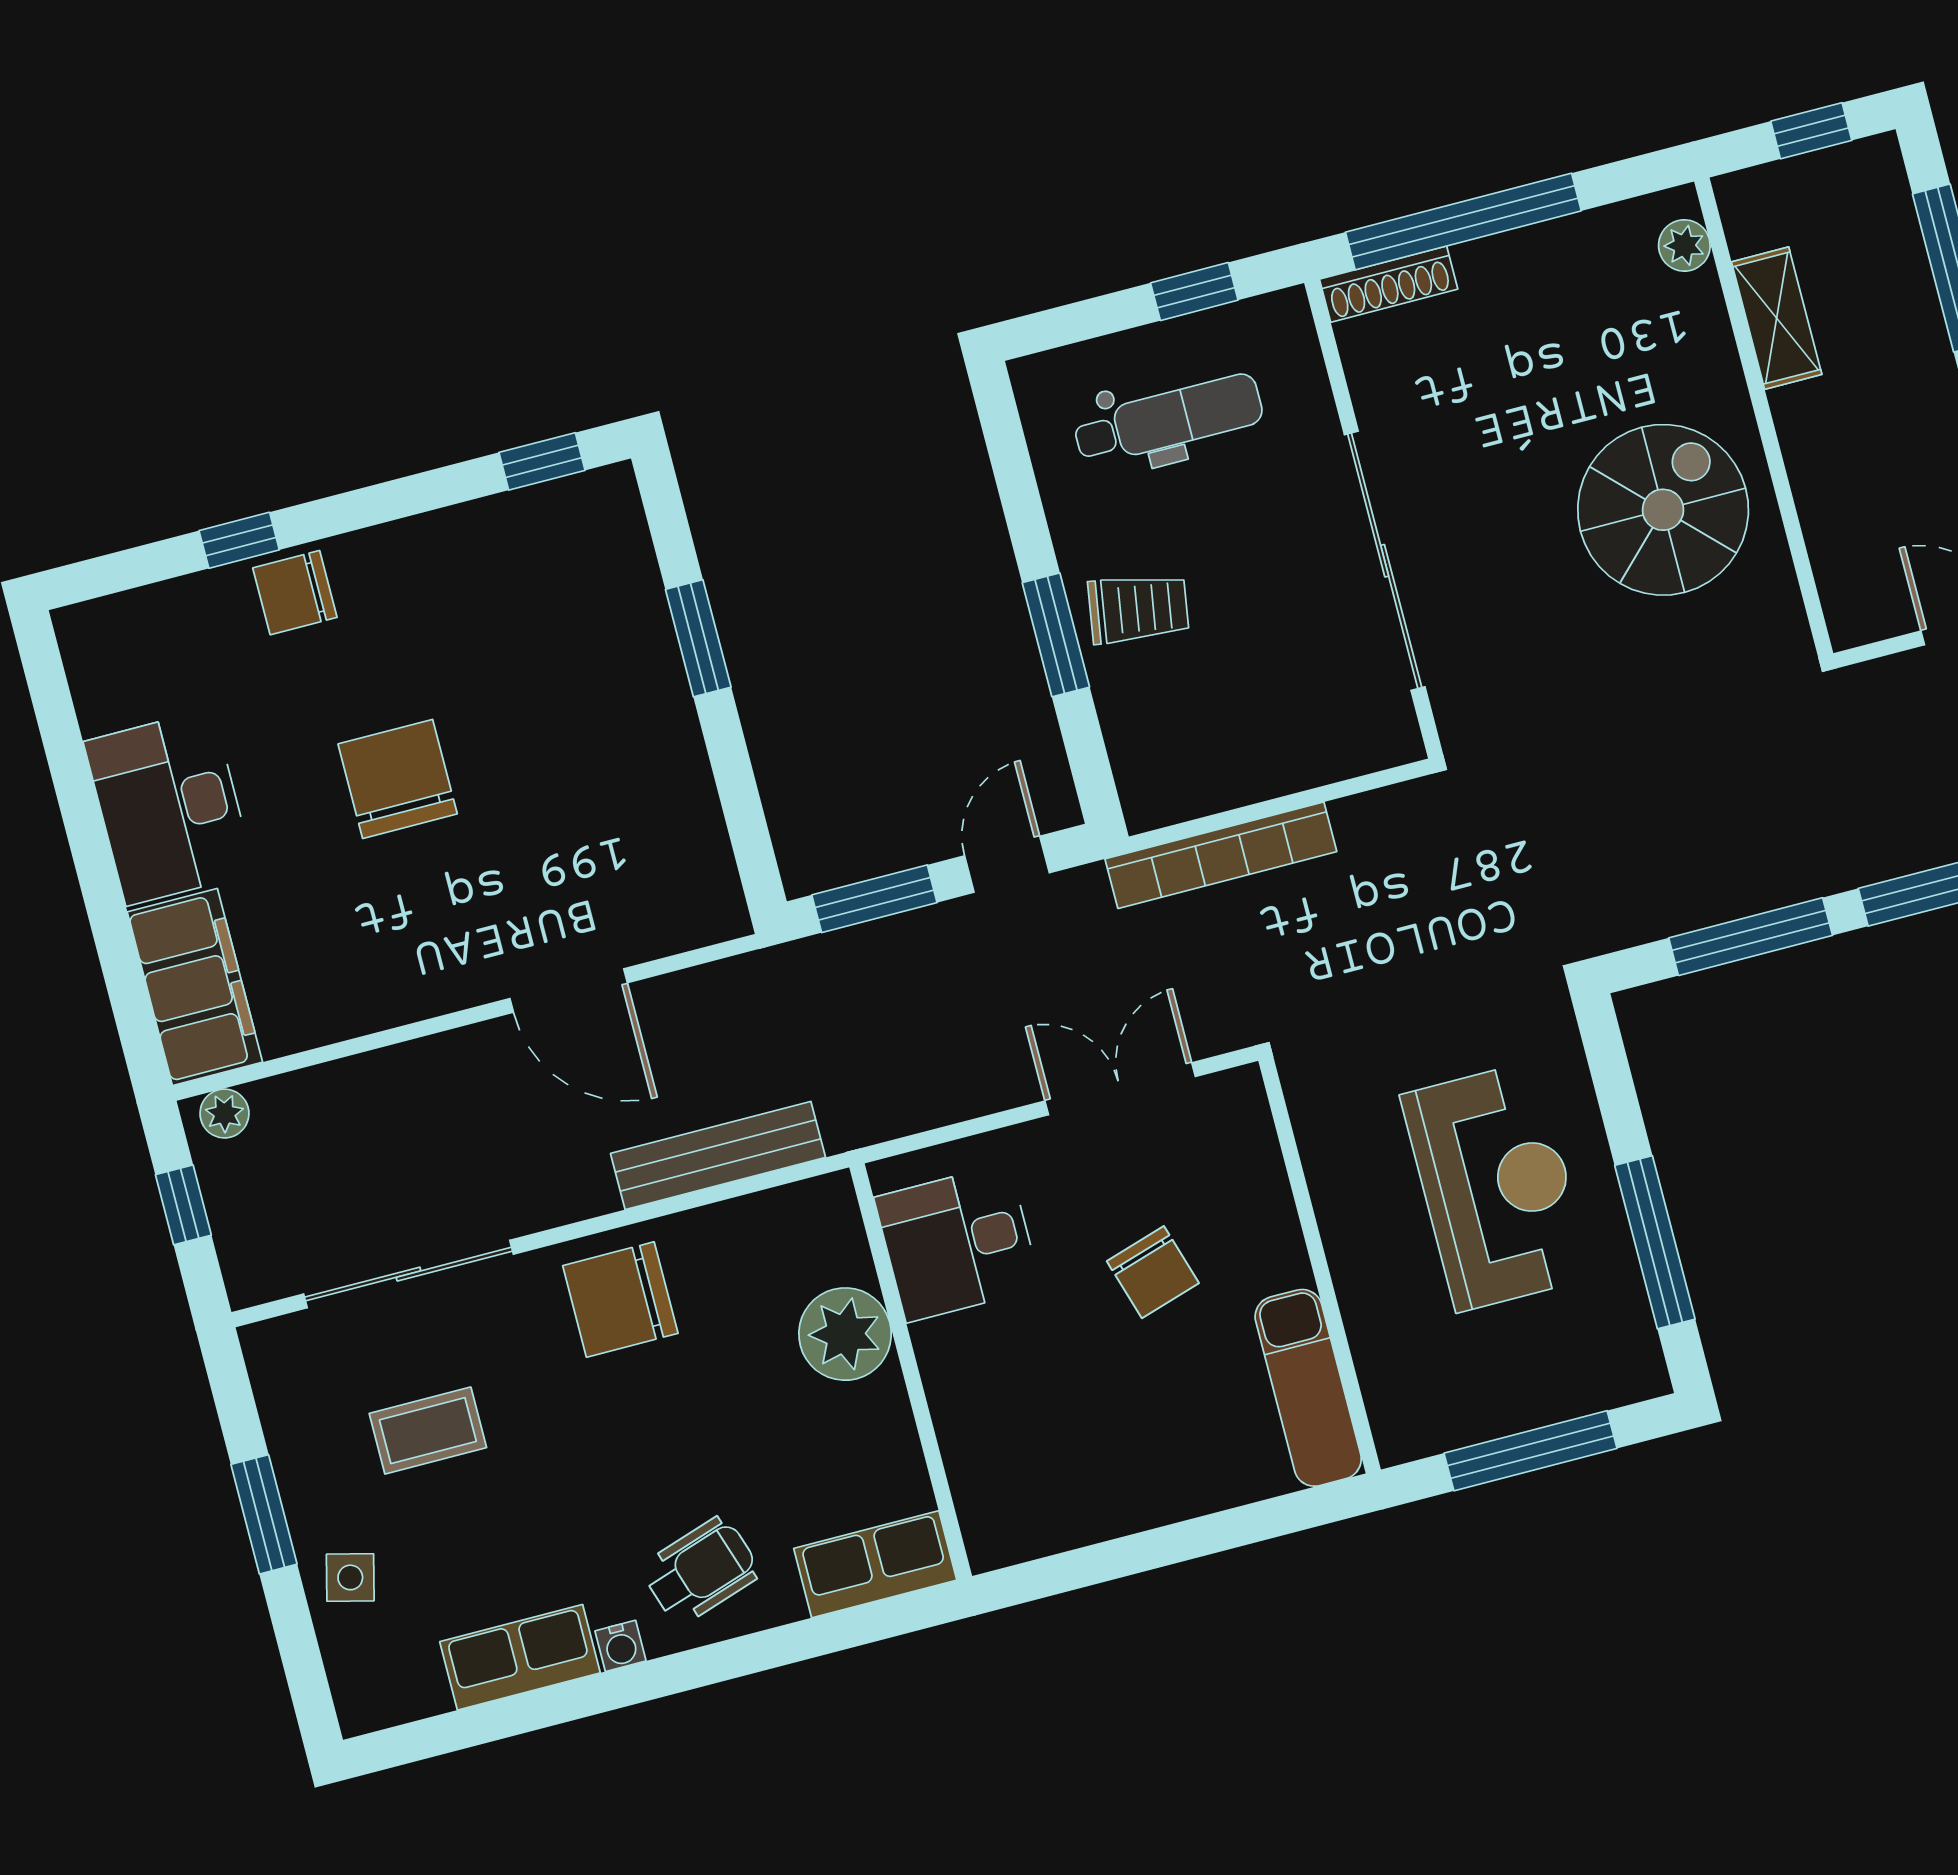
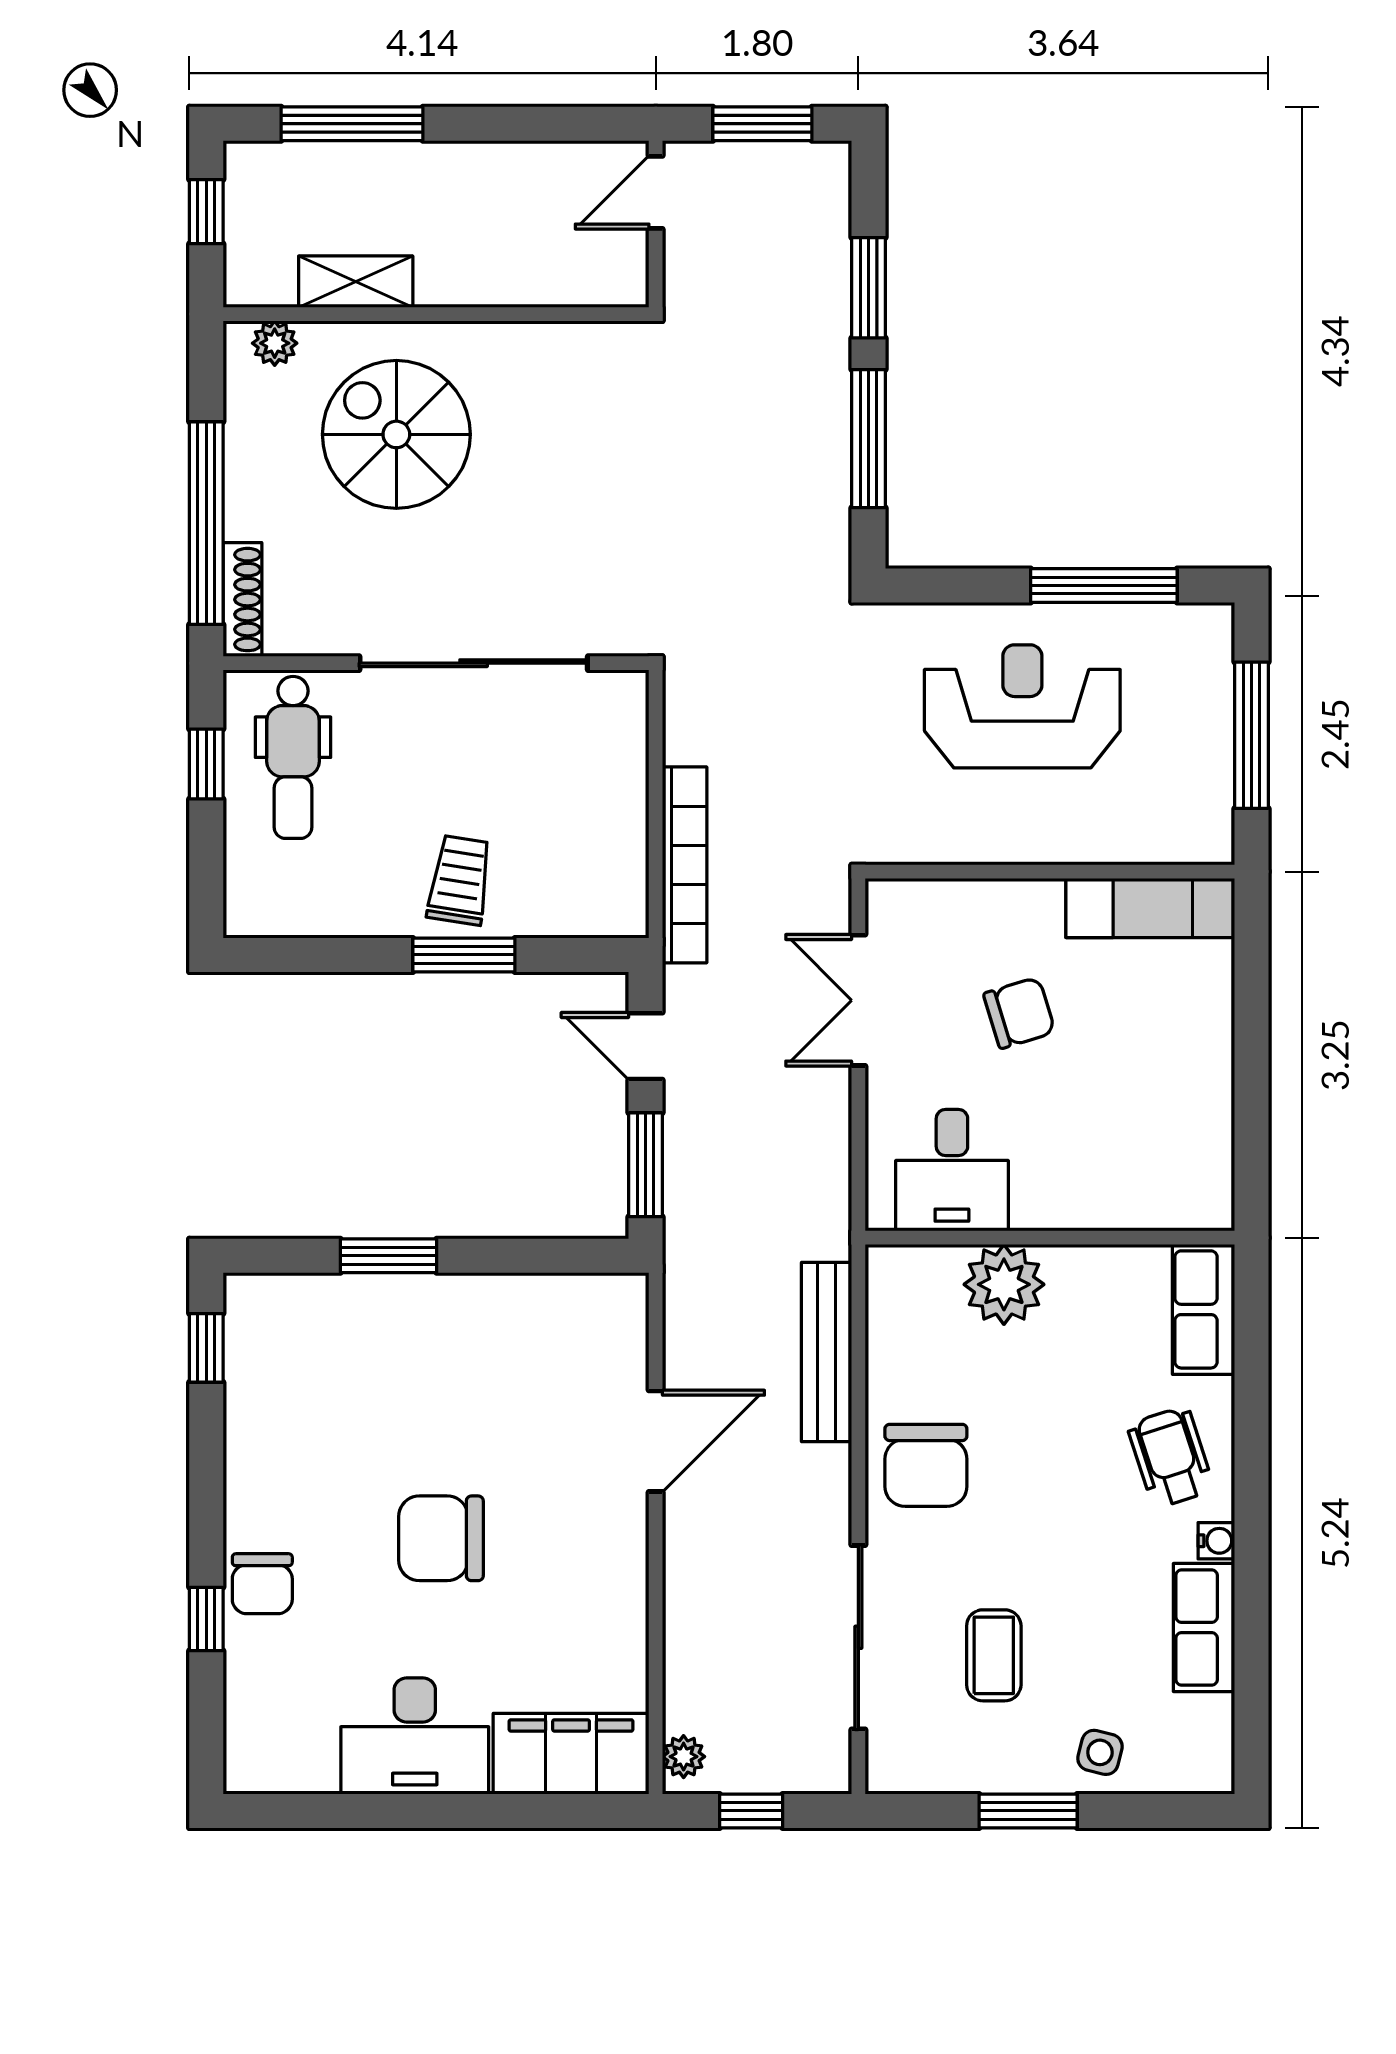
dental chair: (1168, 419) -> (293, 757), moved, turned 180
spiral stairs: (1663, 510) -> (396, 434), moved

